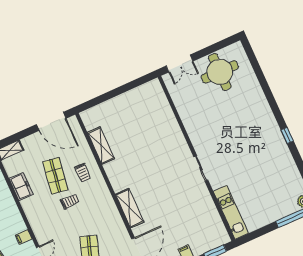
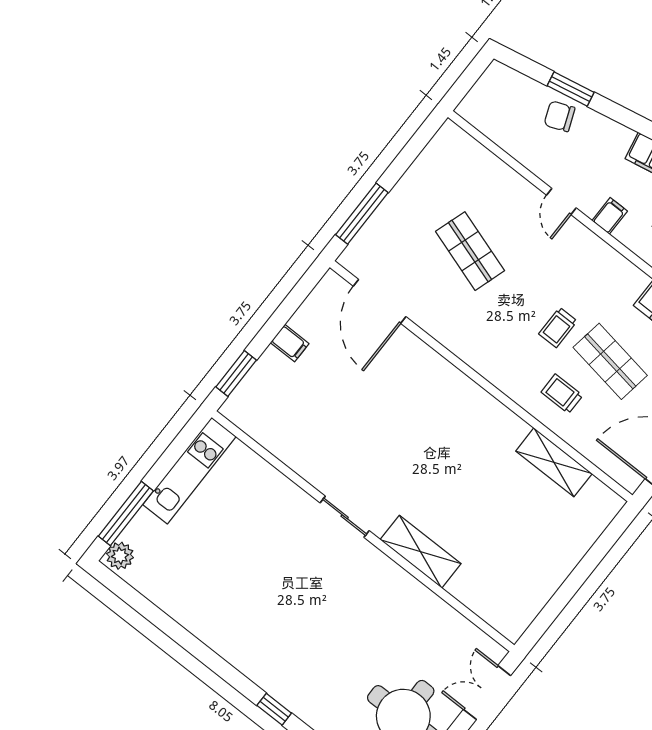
window: (287, 135) -> (274, 709), moved
shelving: (130, 208) -> (421, 552), moved
kitchen unit: (231, 212) -> (189, 471), moved, turned -90

